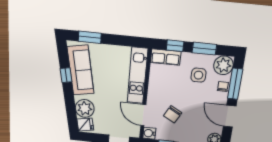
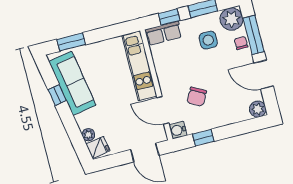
plant: (85, 108) -> (88, 135), width x0.53, depth x0.53

